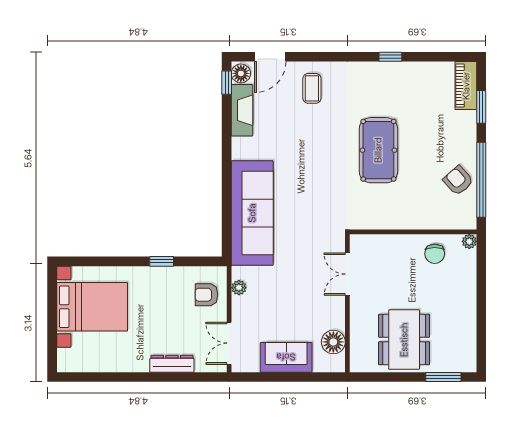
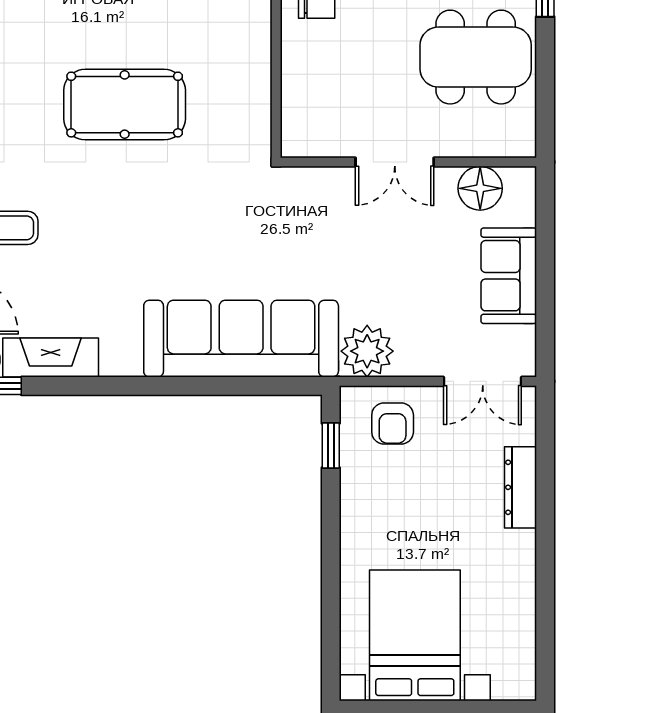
window: (162, 261) -> (331, 445), moved
double door: (347, 274) -> (395, 162), moved
plant: (239, 288) -> (367, 351), width x1.88, depth x1.88

